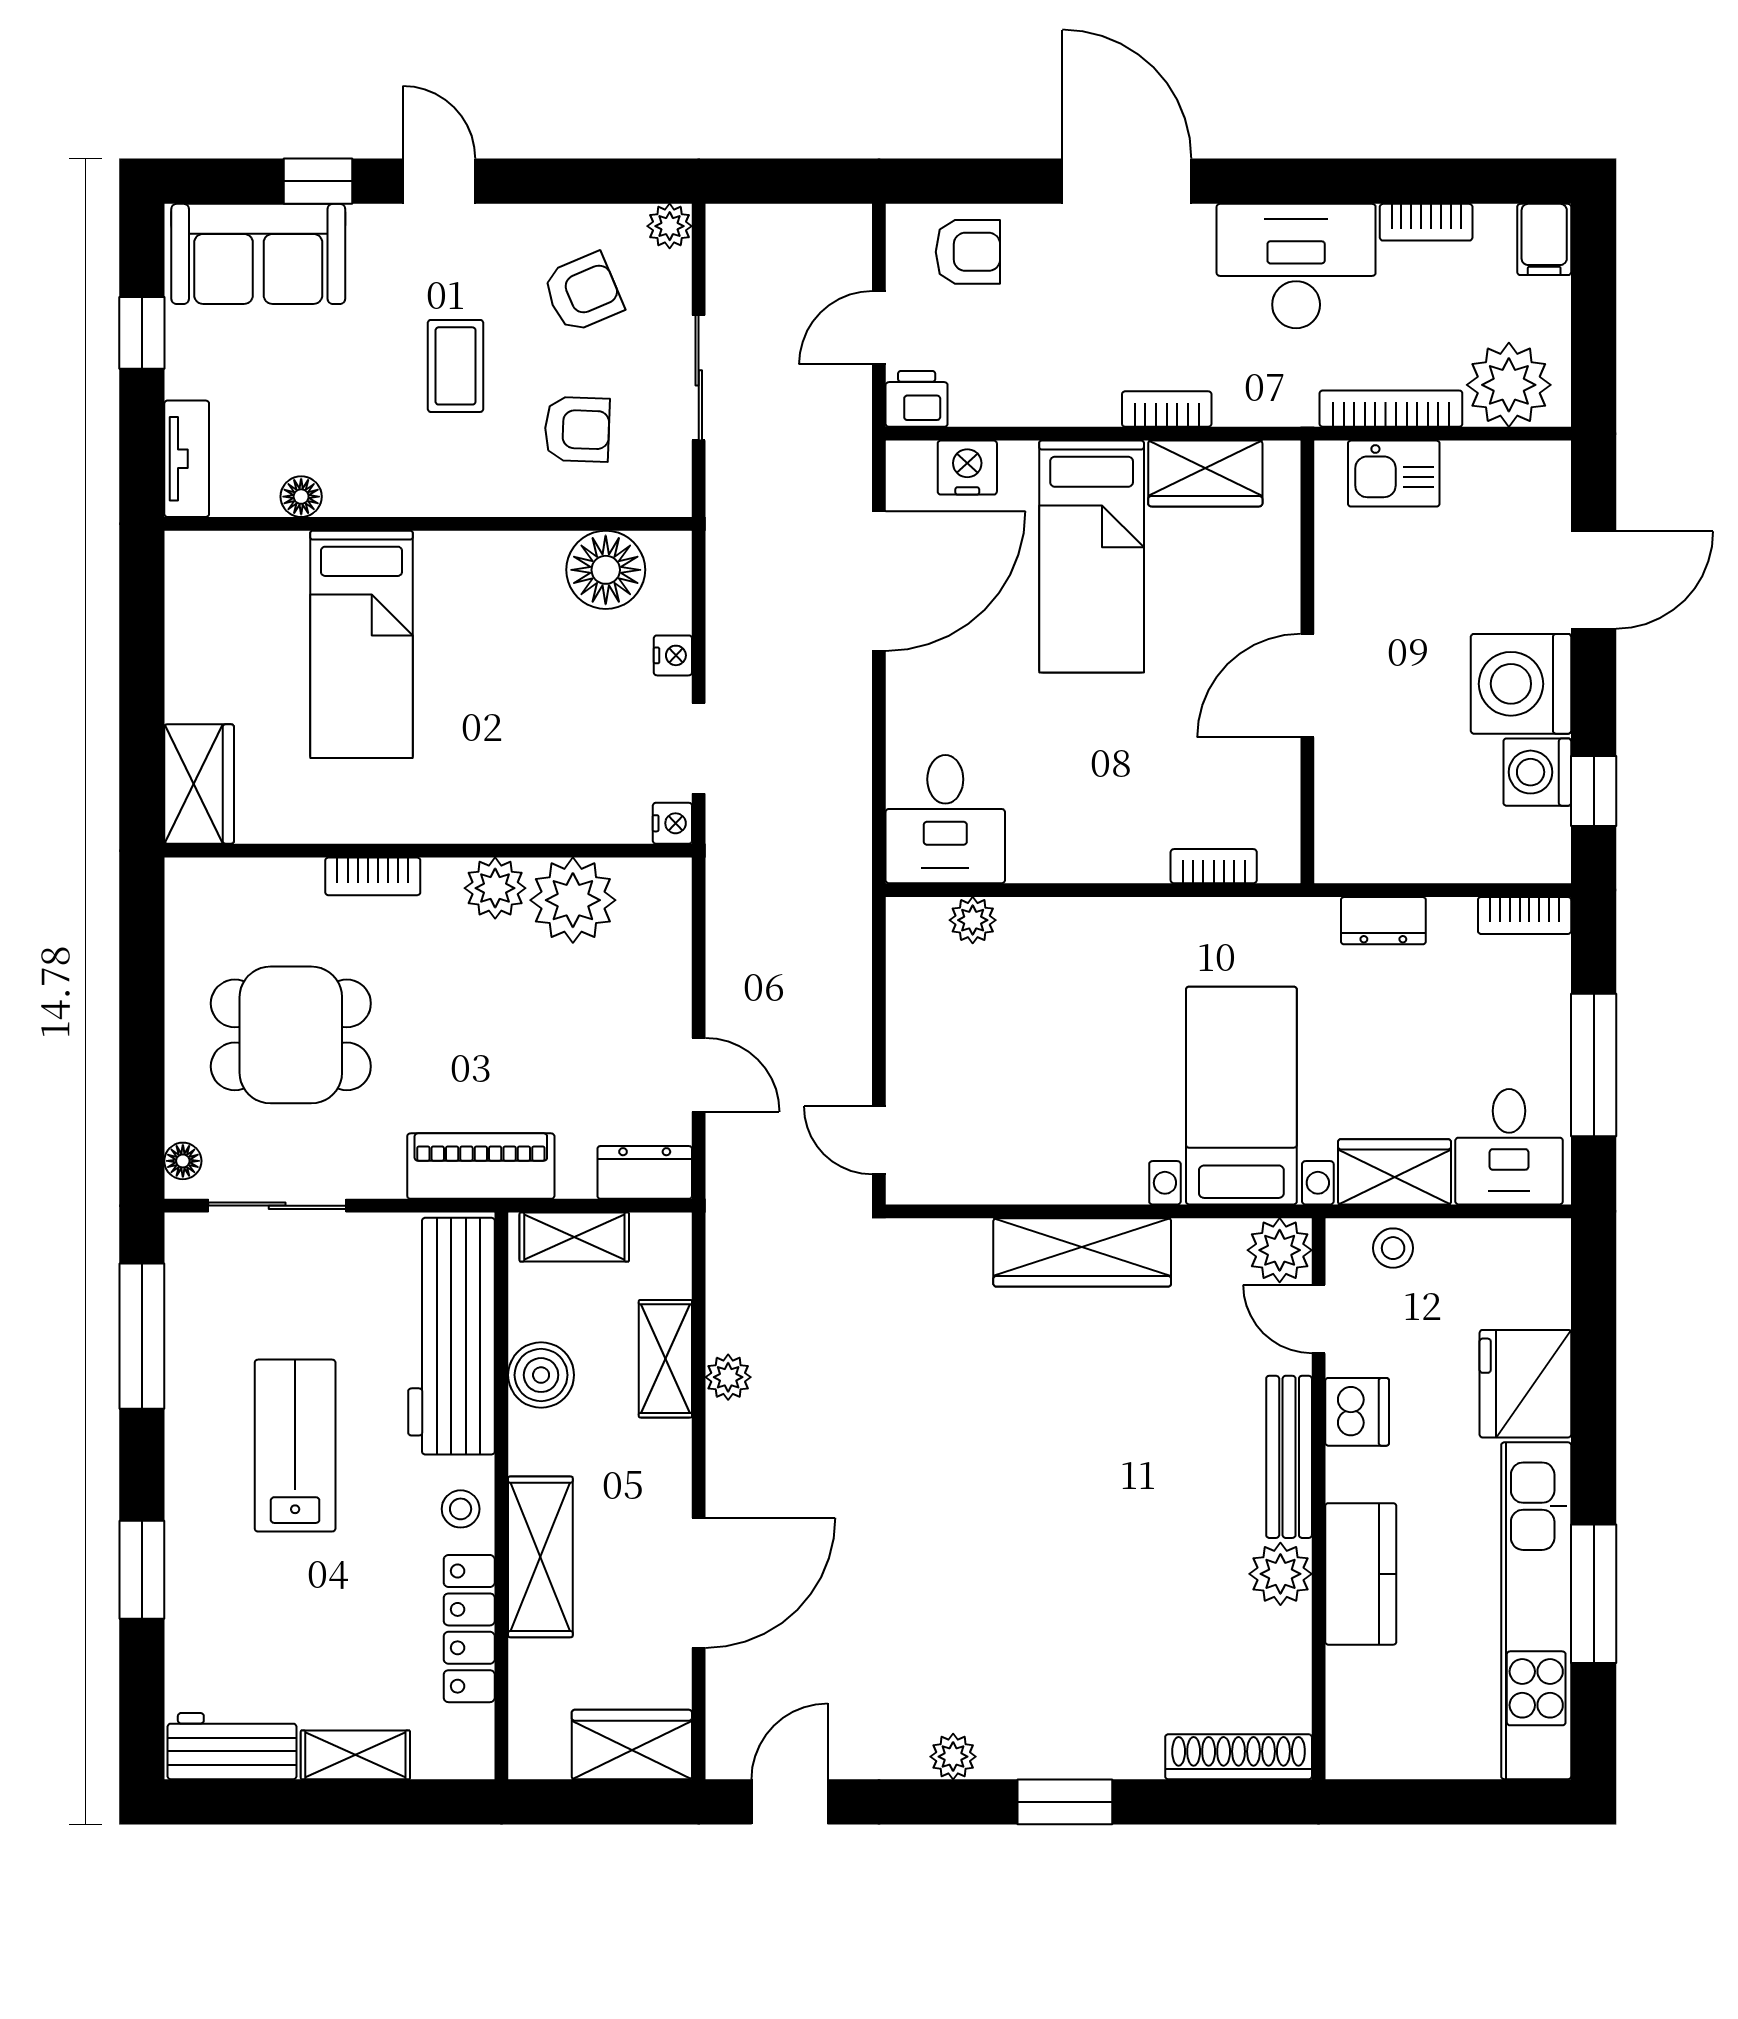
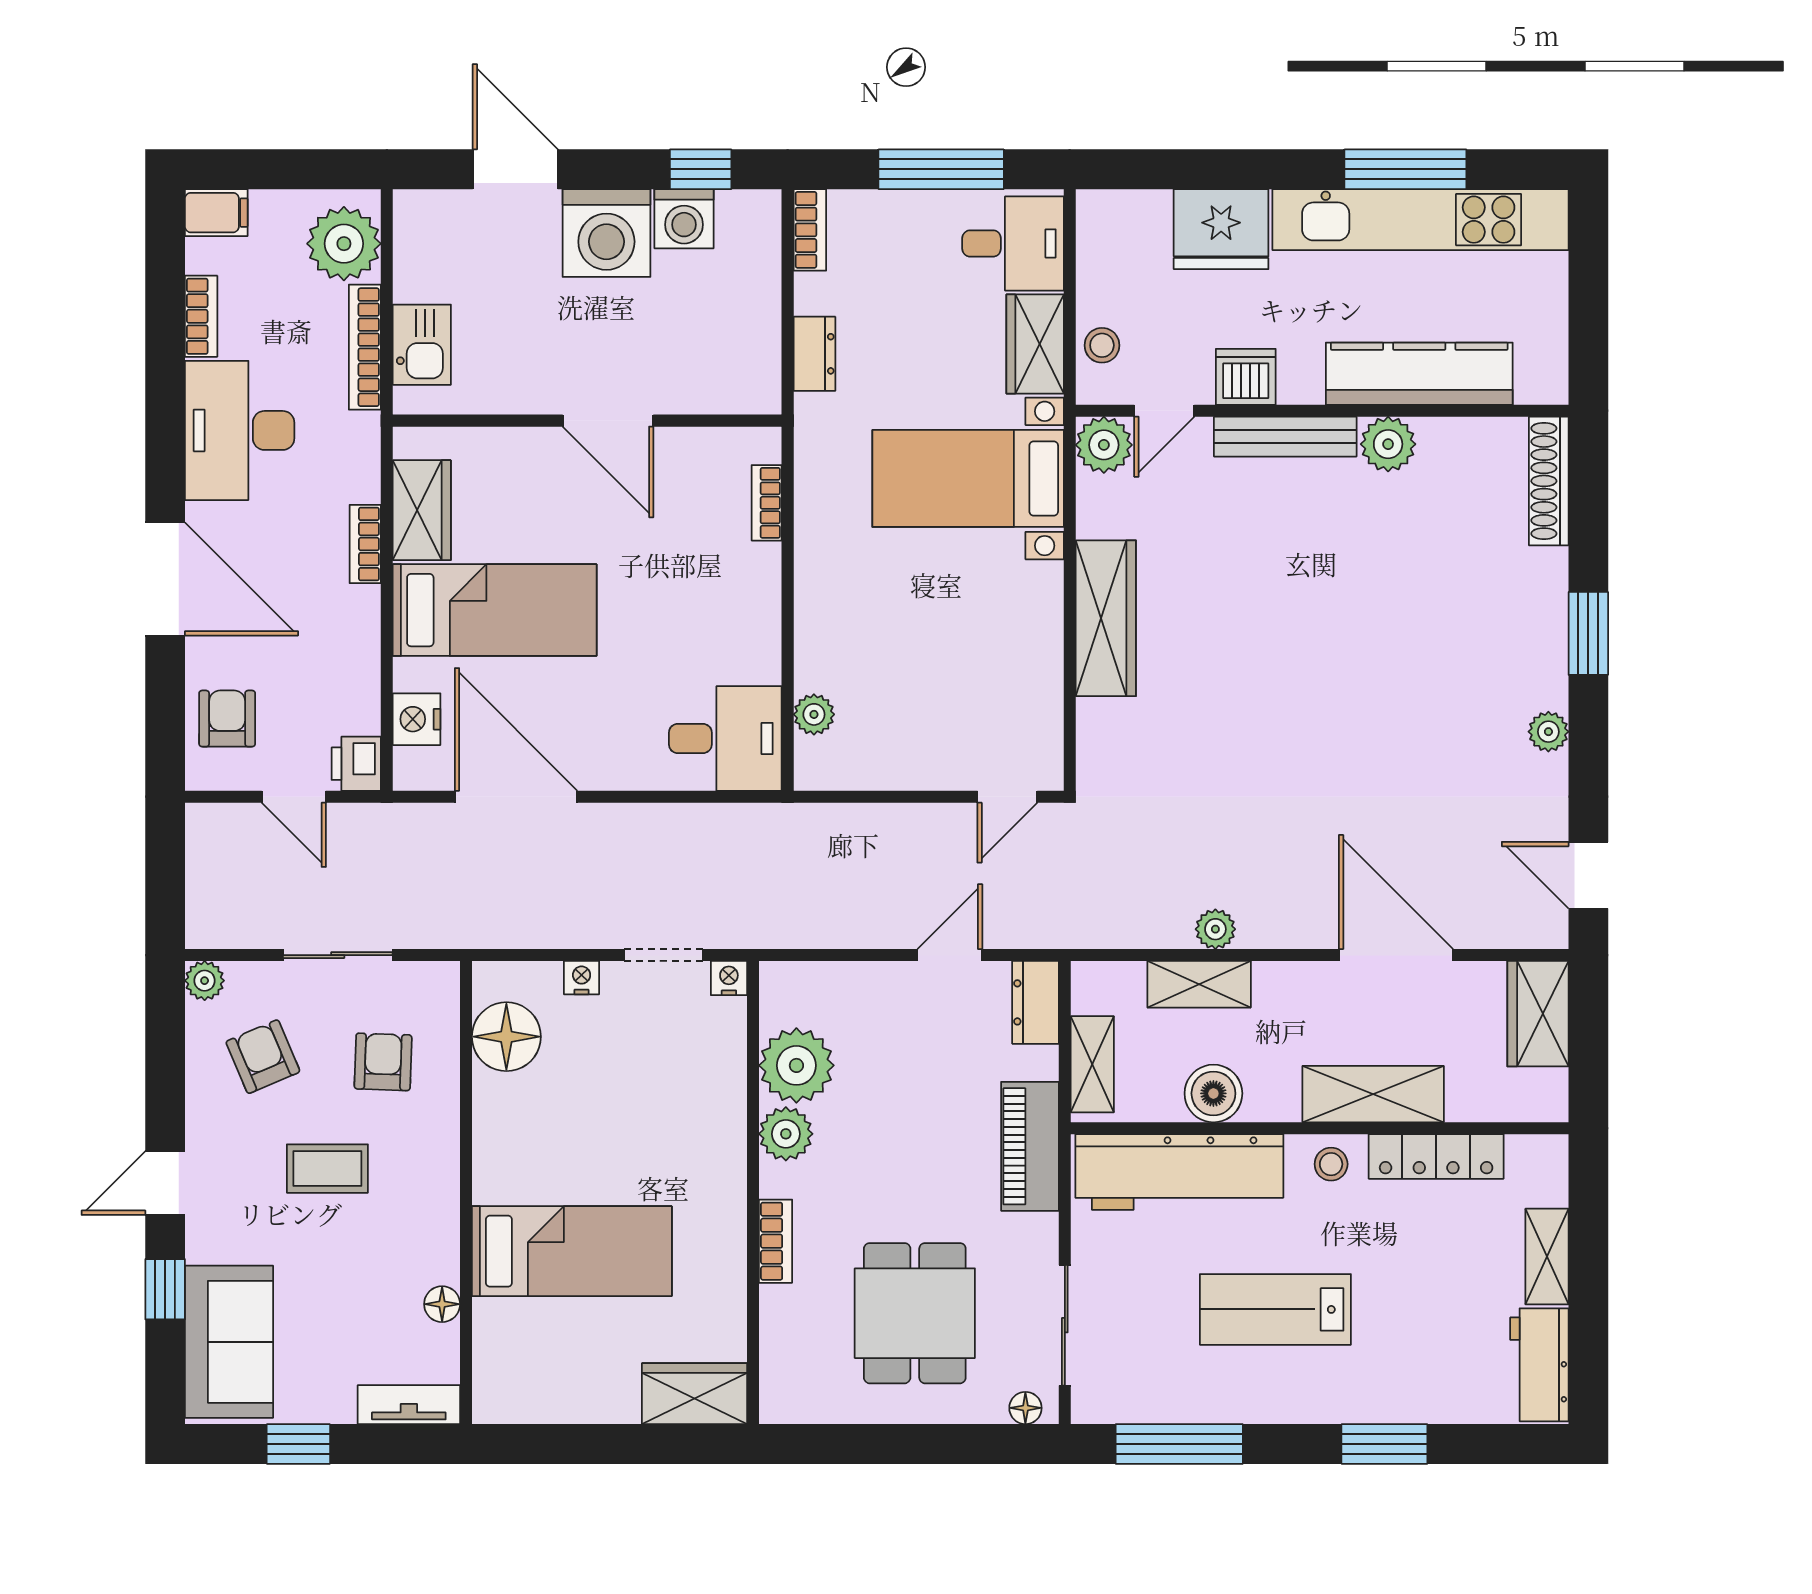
door: (1127, 181) -> (165, 579), swing flipped
kitchen counter: (1361, 1574) -> (1419, 374), width x1.50

